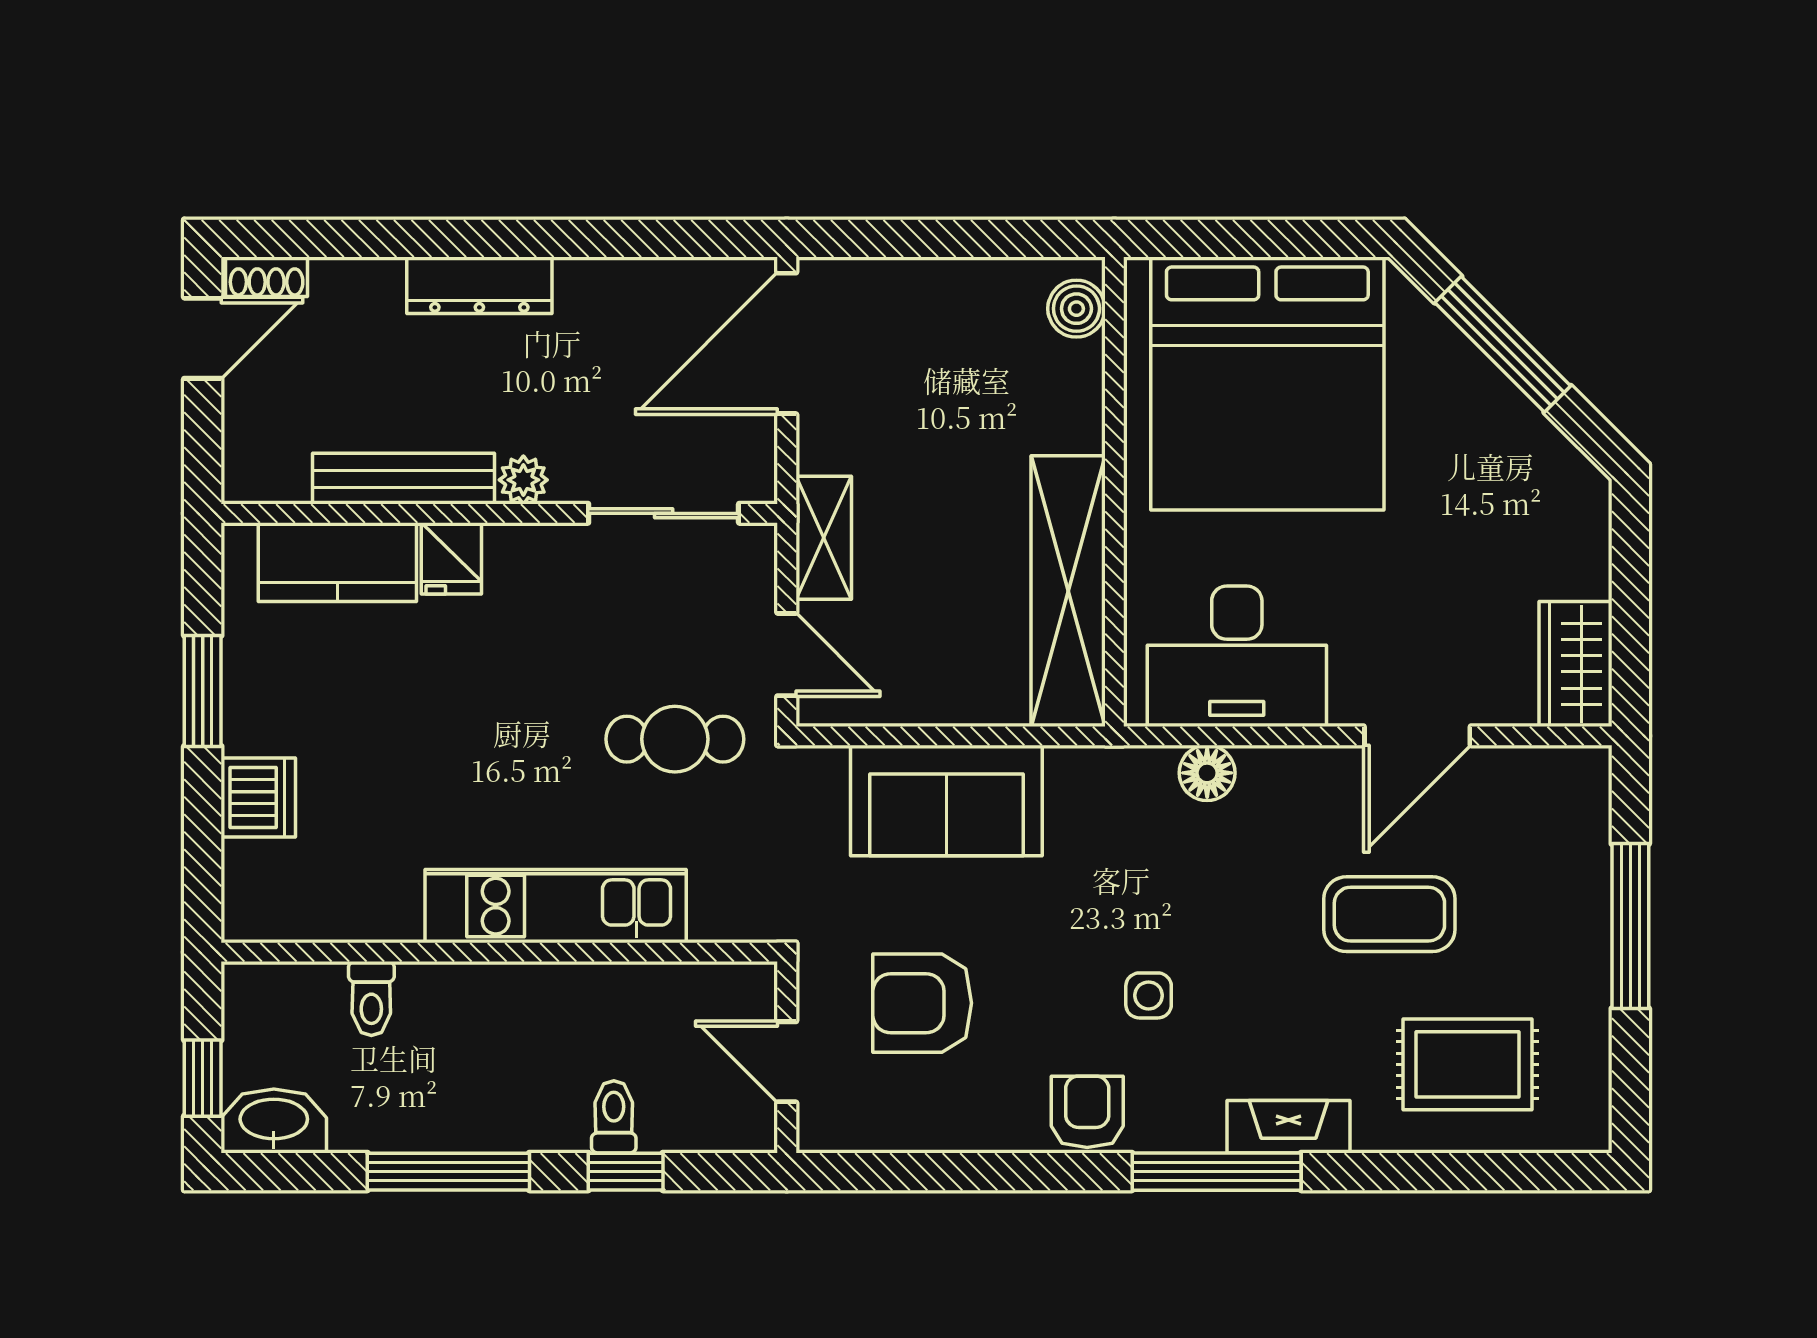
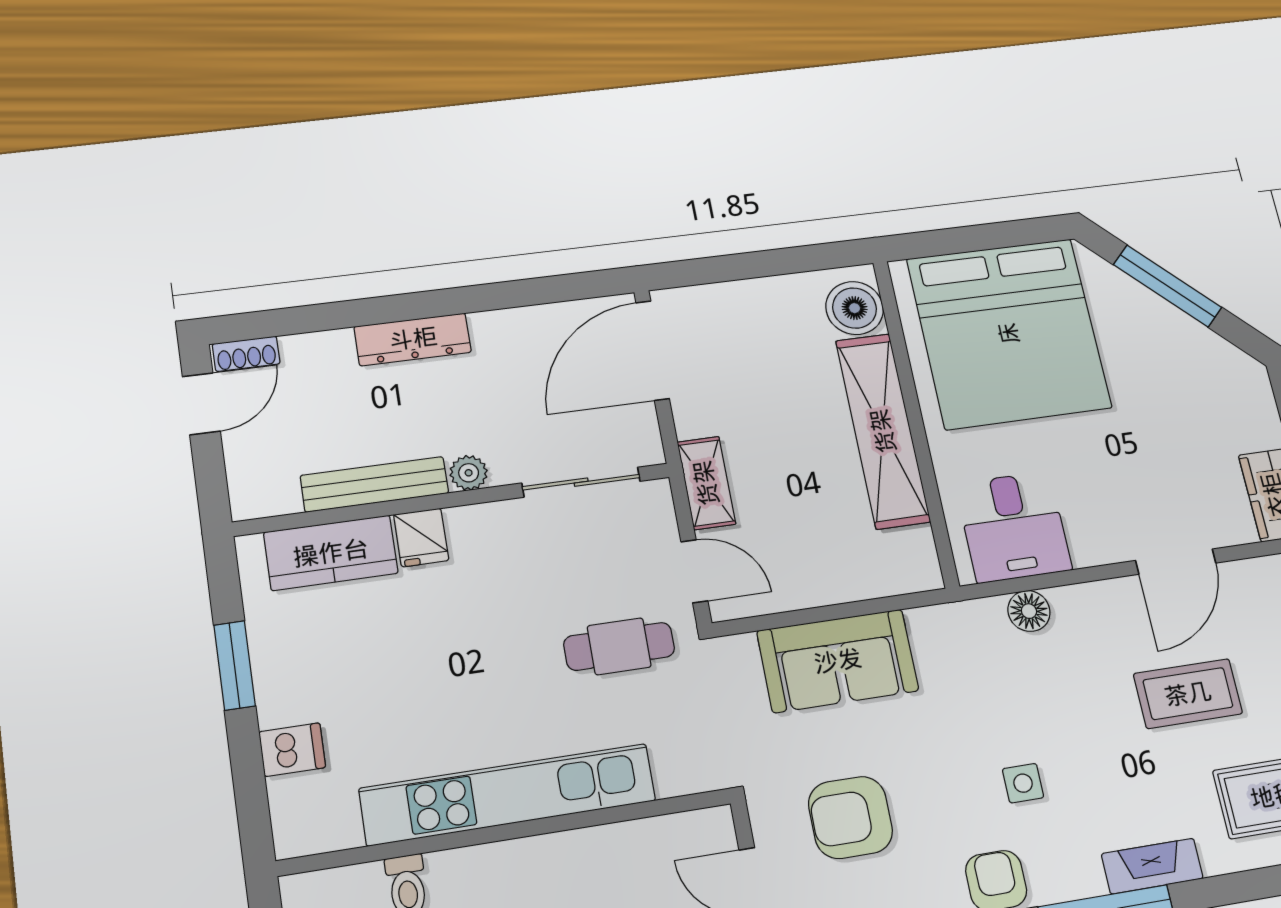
boiler: (1076, 309) -> (855, 308), width x1.36, depth x1.36
shelving: (1068, 591) -> (883, 431), moved
desk: (1237, 656) -> (1014, 527), width x0.73
dishwasher: (258, 798) -> (292, 750), width x0.73
kitchen unit: (556, 906) -> (508, 795), width x1.36

